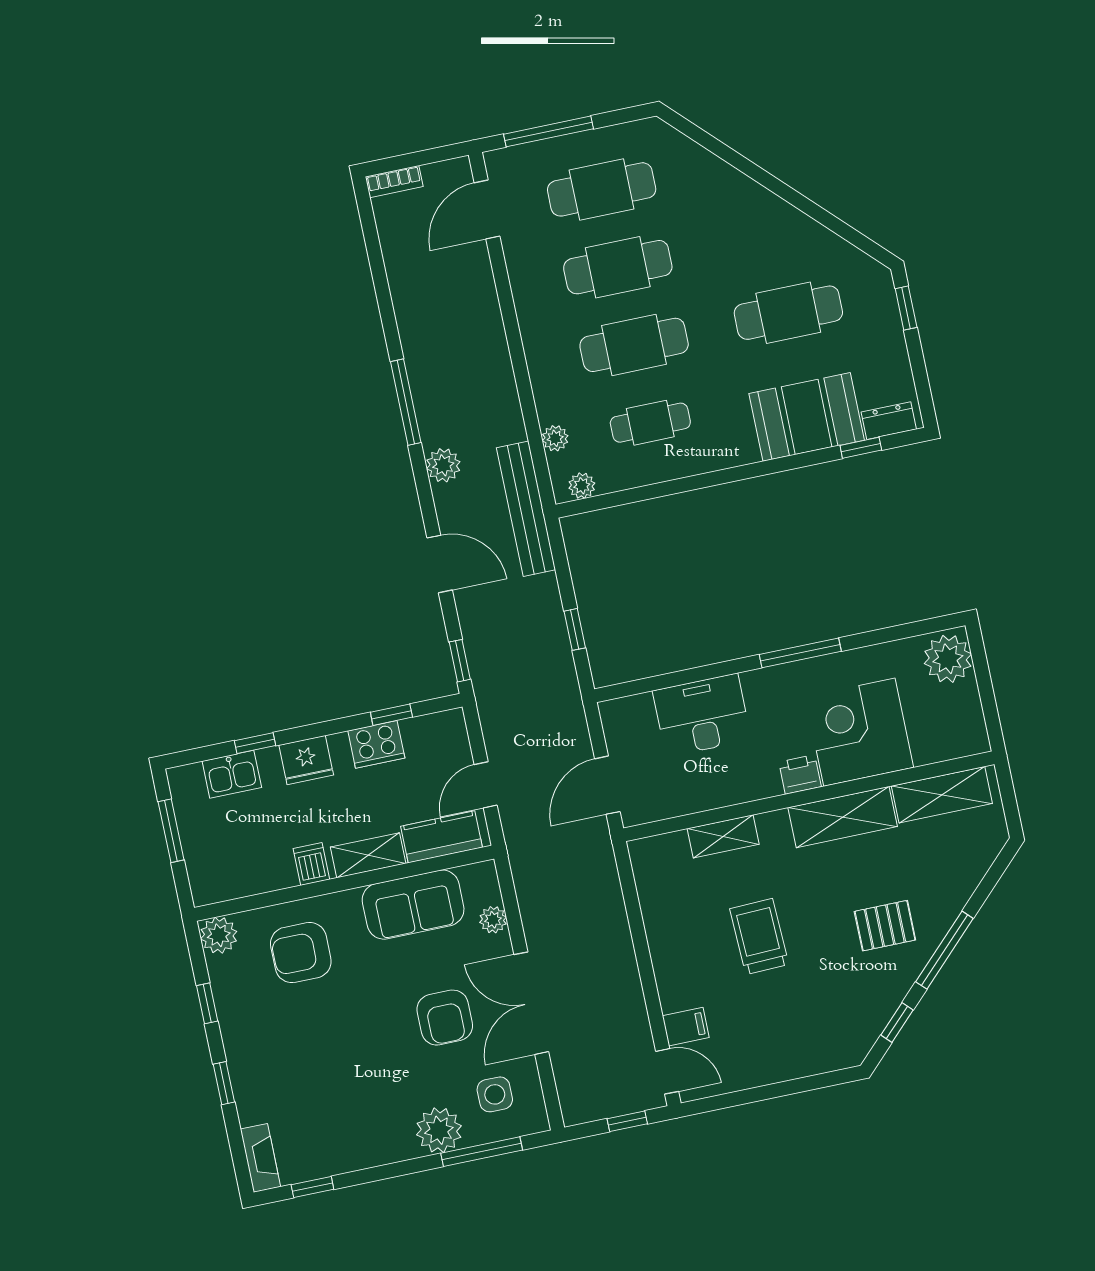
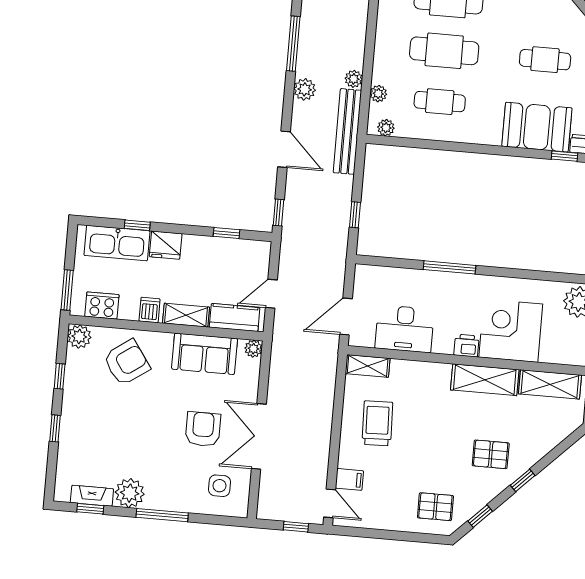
cafe table: (788, 313) -> (545, 60), width x0.73, depth x0.74
plant: (512, 427) -> (354, 79), added
window: (800, 653) -> (449, 267), moved
desk: (702, 715) -> (404, 329), moved, turned 180
cooker: (376, 744) -> (102, 306), moved, turned 180
kitchen sink: (232, 774) -> (117, 243), width x1.87, depth x1.24
window: (171, 831) -> (67, 290), moved
shelving: (723, 836) -> (368, 366), moved
plant: (493, 920) -> (253, 349), moved
trolley: (759, 937) -> (377, 423), moved
window: (944, 950) -> (523, 480), width x0.46
armchair: (301, 953) -> (127, 362), turned 145
armchair: (445, 1018) -> (203, 429), turned 180
pallet: (826, 1029) -> (435, 507), added
plant: (439, 1130) -> (130, 493), moved
window: (482, 1152) -> (162, 515), moved
fireplace: (260, 1158) -> (92, 496), moved, turned -90

